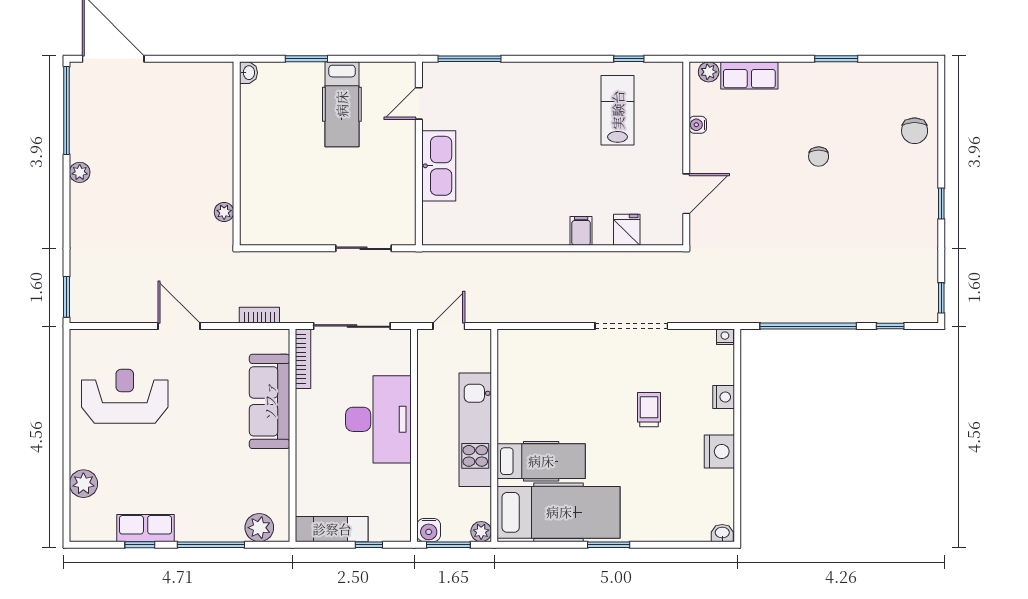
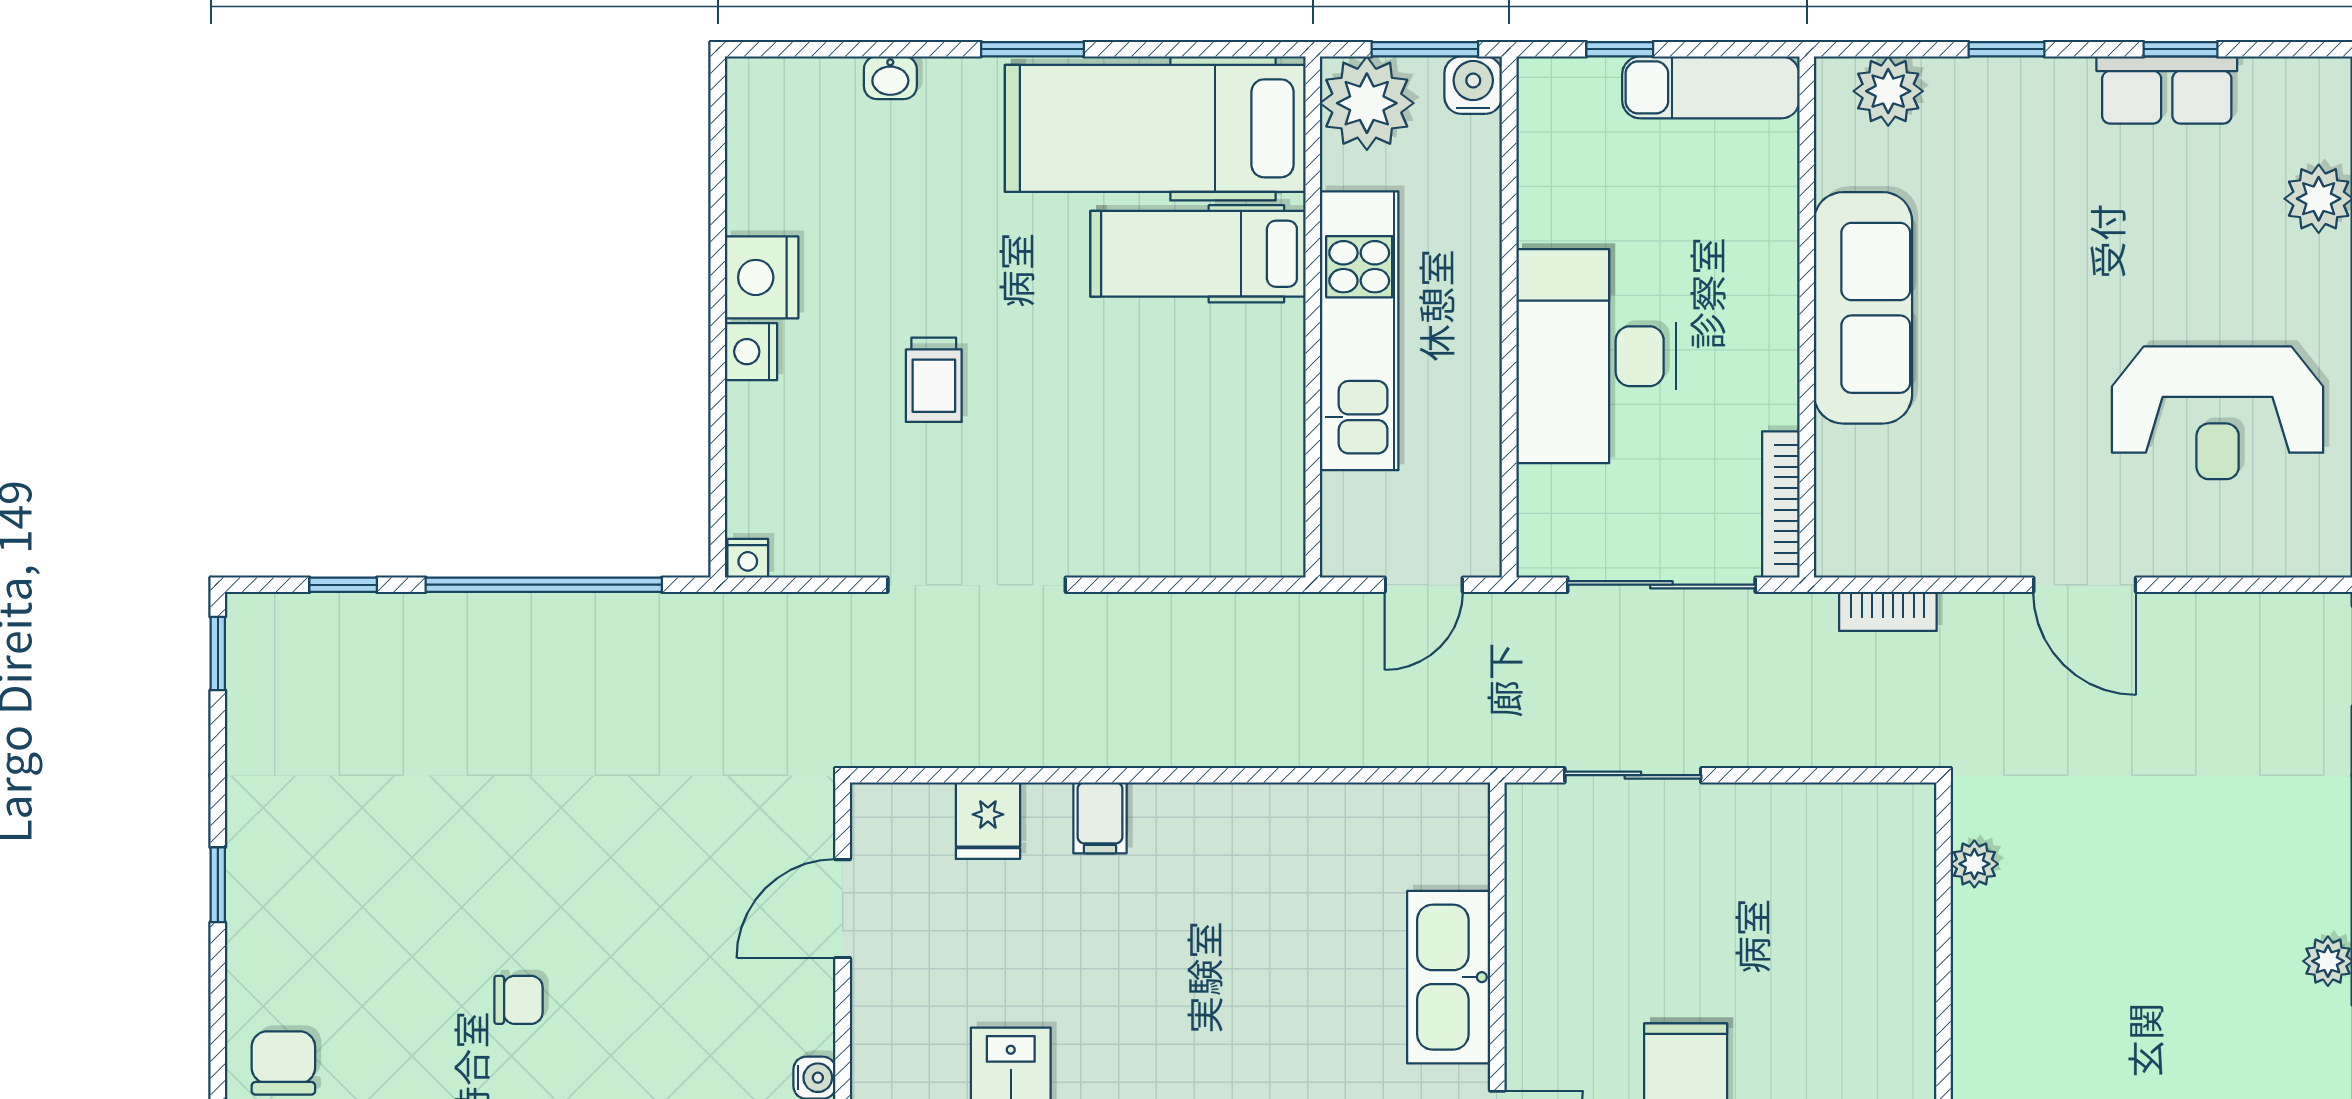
chair: (819, 157) -> (518, 1000), turned 90
nightstand: (724, 397) -> (751, 352), moved
sofa: (270, 401) -> (1863, 308), moved
plant: (481, 532) -> (1367, 103), width x1.87, depth x1.87
washbasin: (722, 533) -> (890, 78), moved
window: (211, 545) -> (2007, 49), width x0.46

